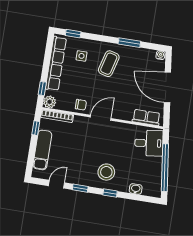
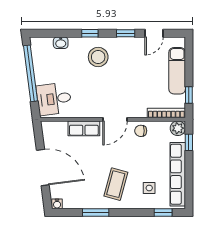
row of seats: (146, 117) -> (84, 128), moved

